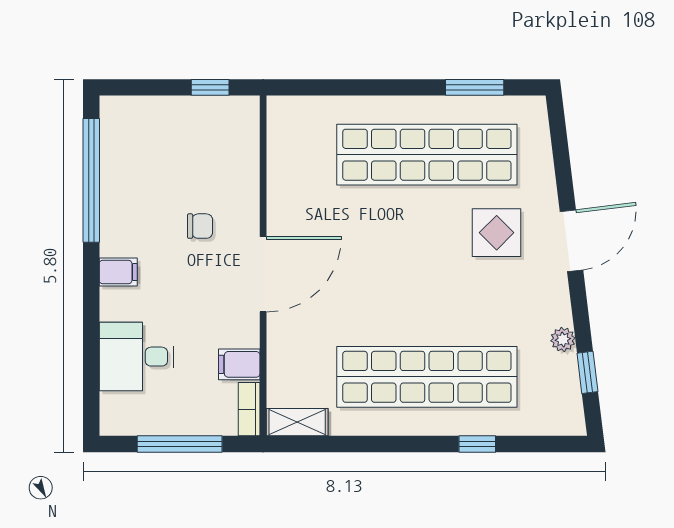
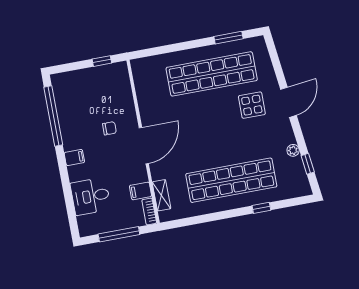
shelving: (297, 422) -> (161, 195), moved, turned 90

